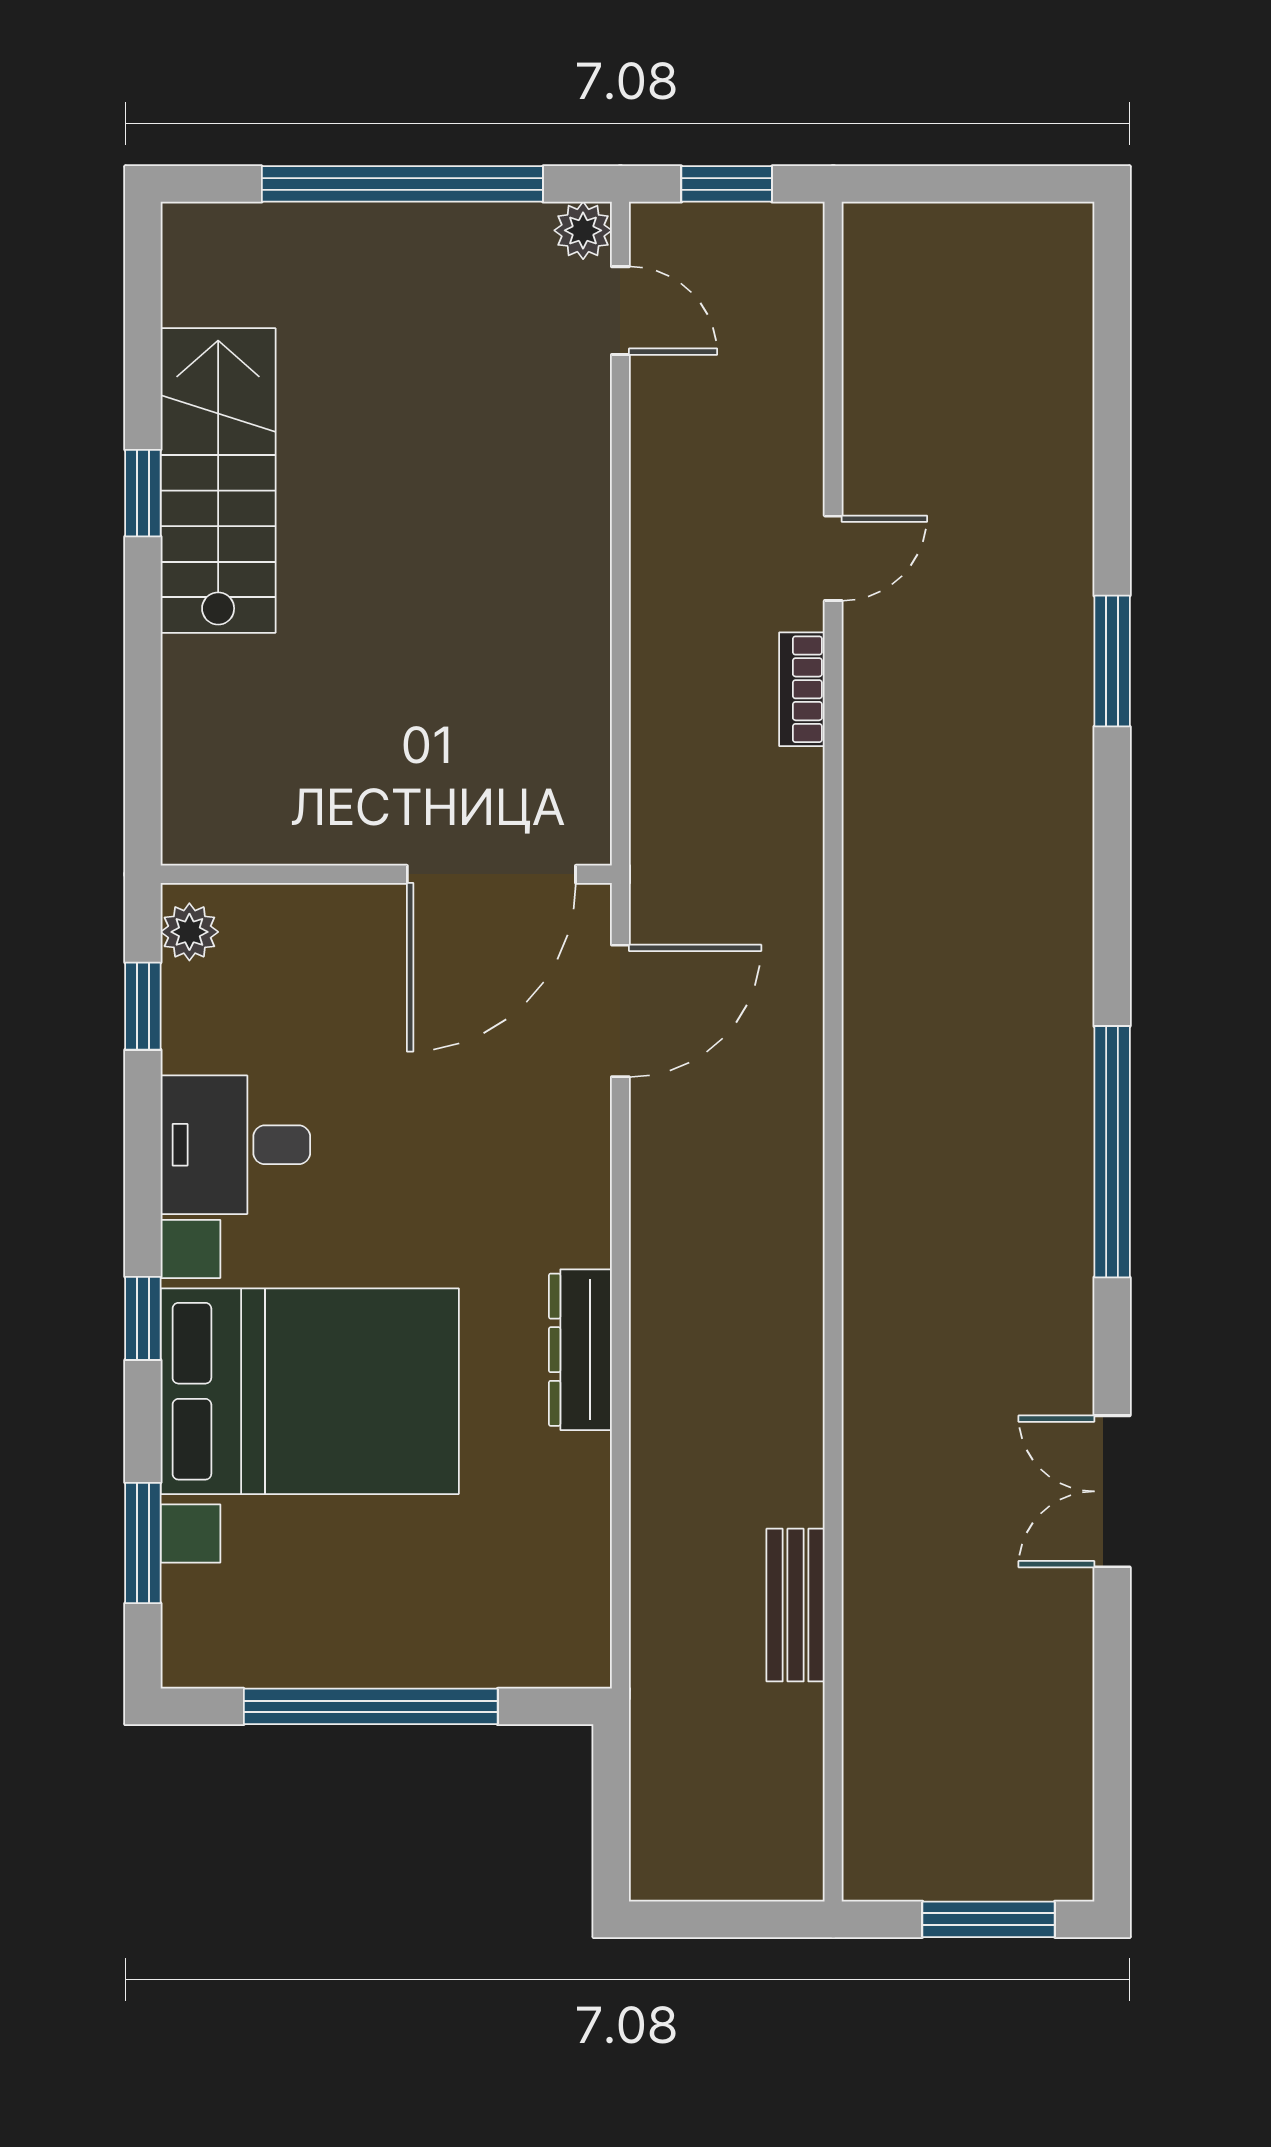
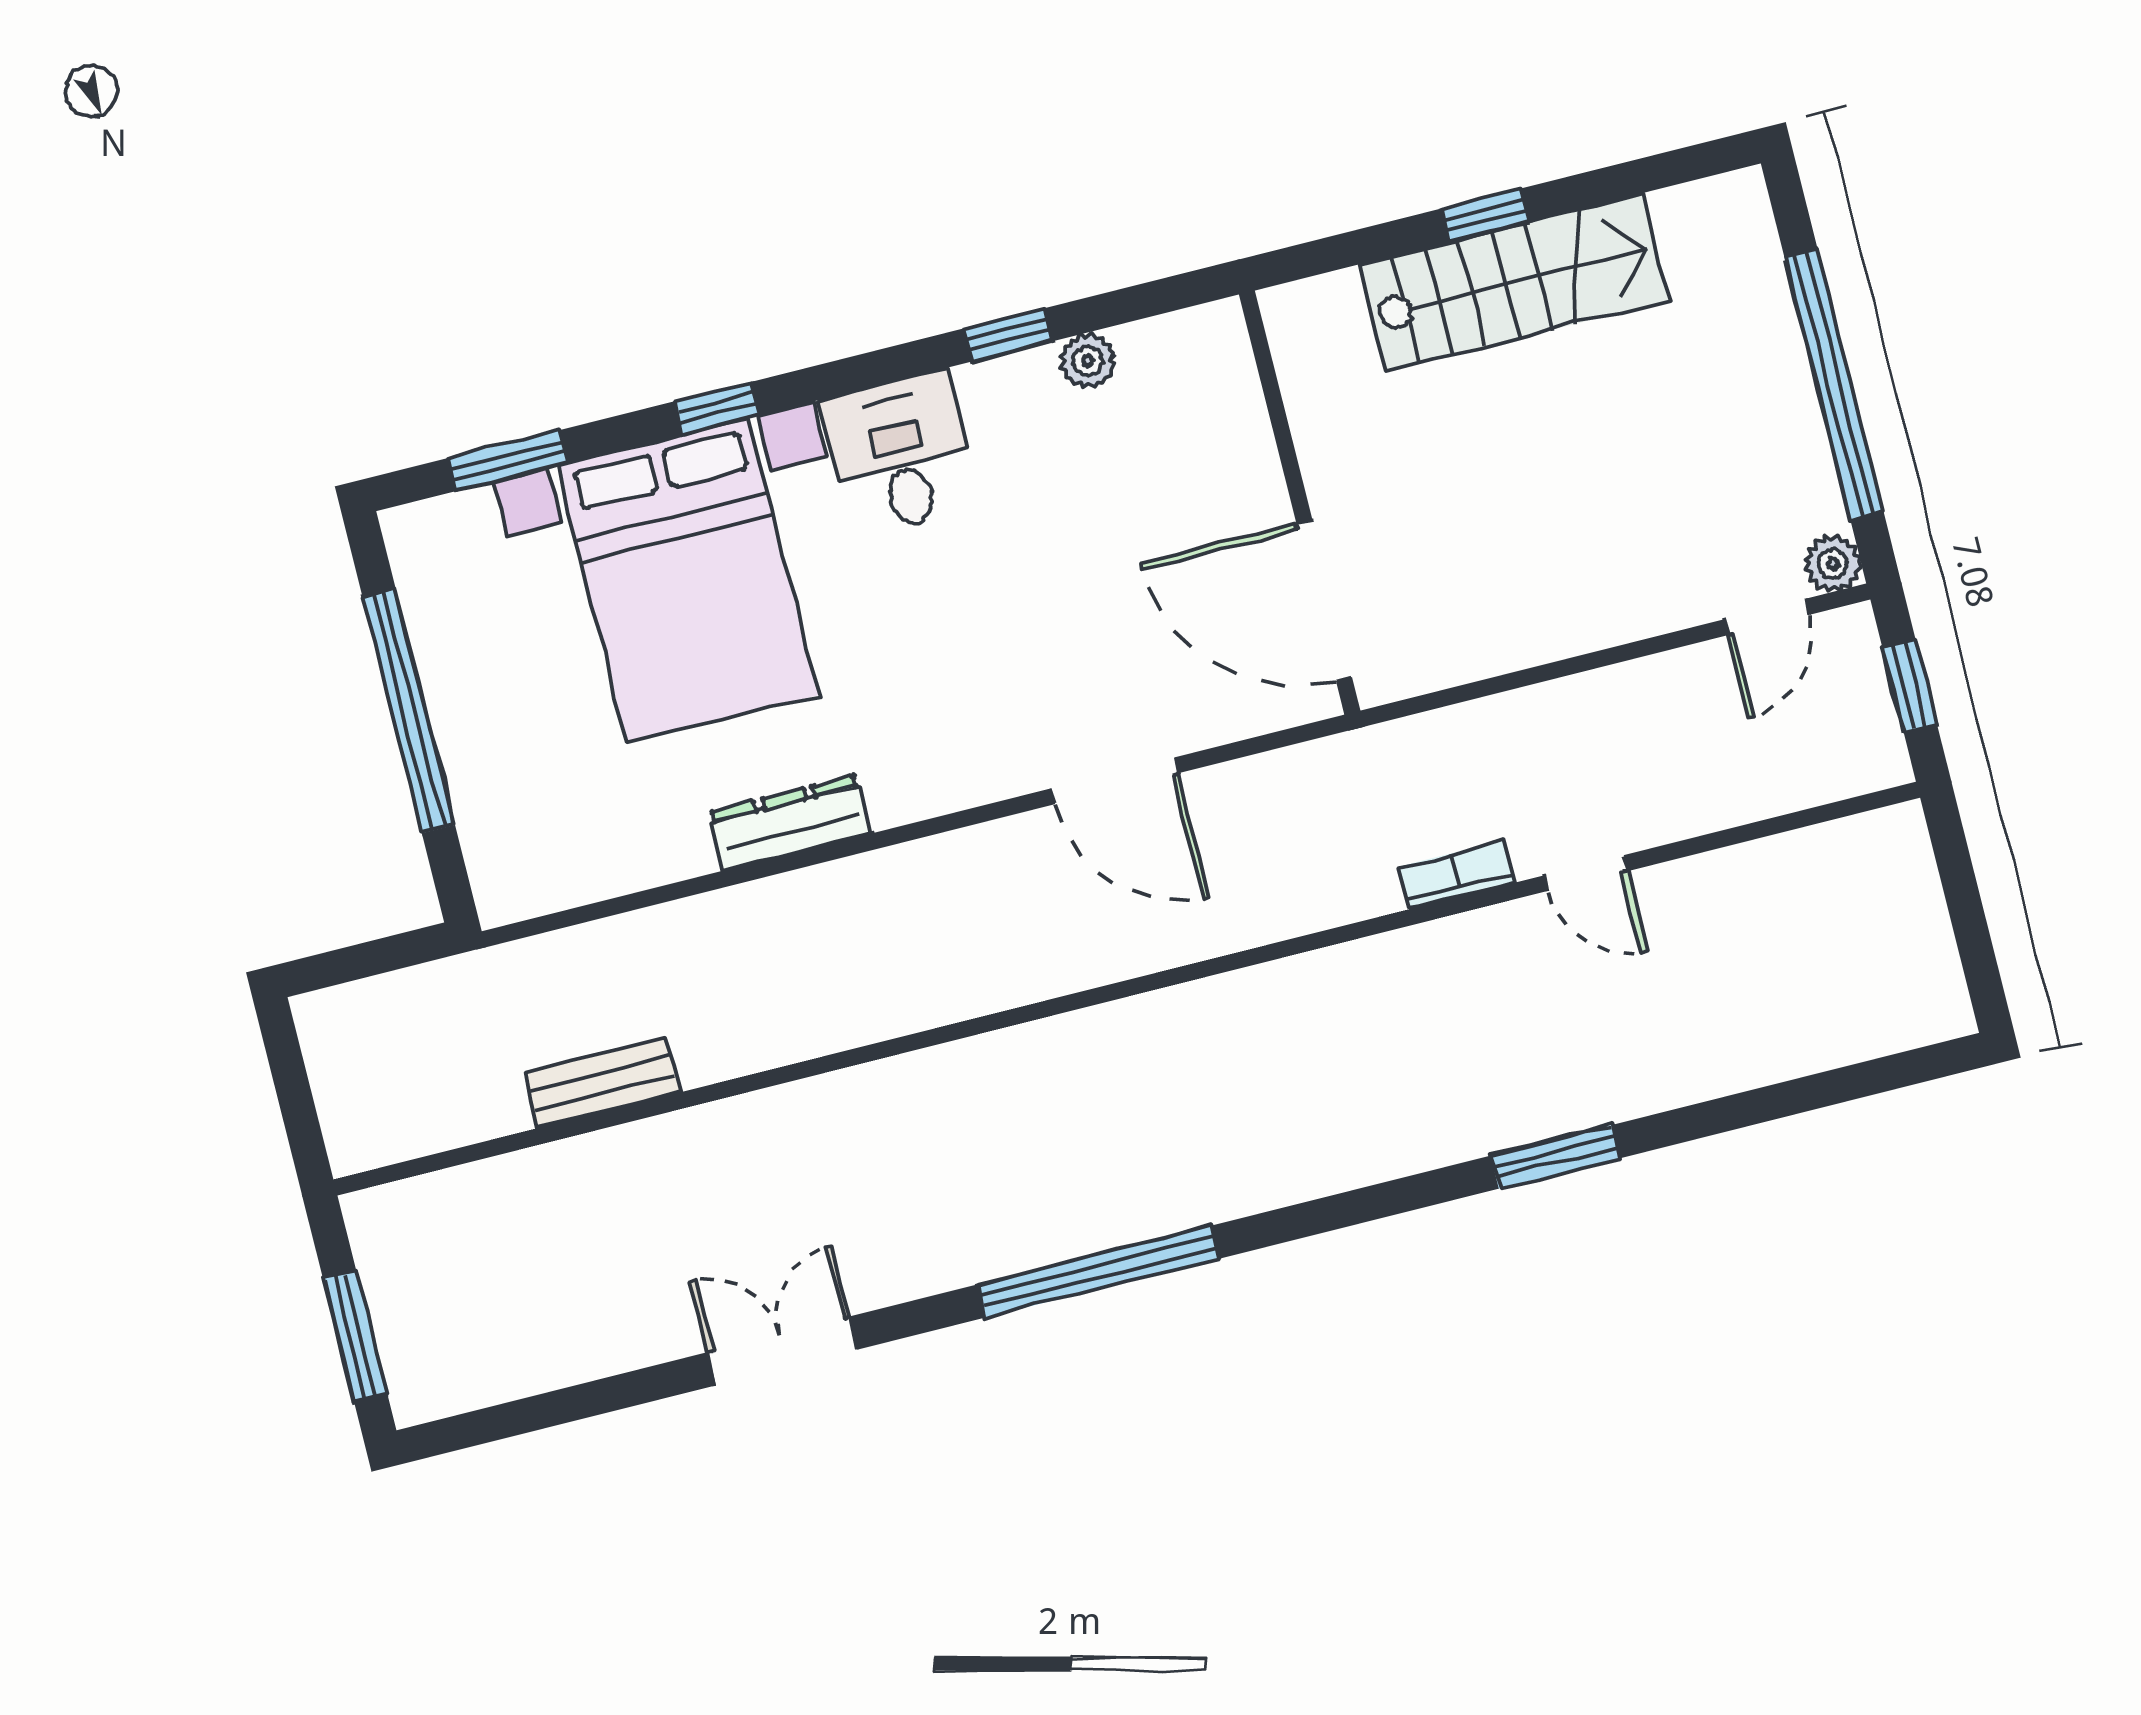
wall: (386, 874) -> (1300, 503), moved
door: (491, 874) -> (1324, 600), moved

